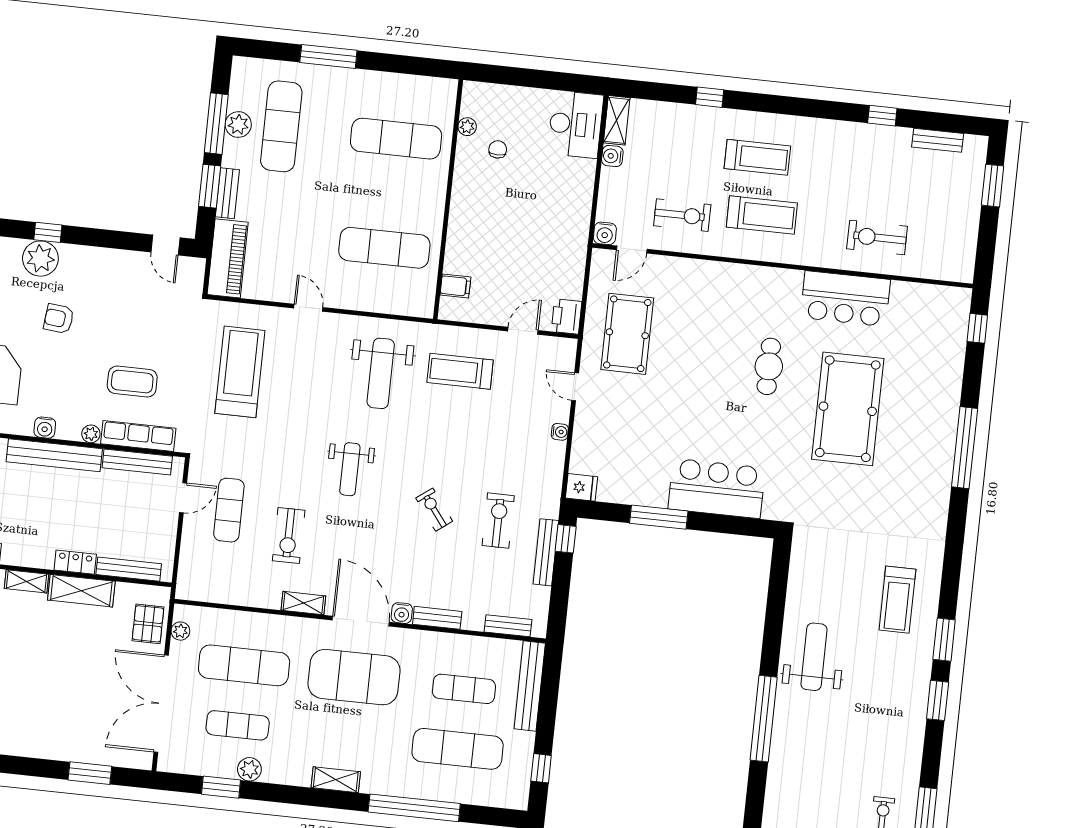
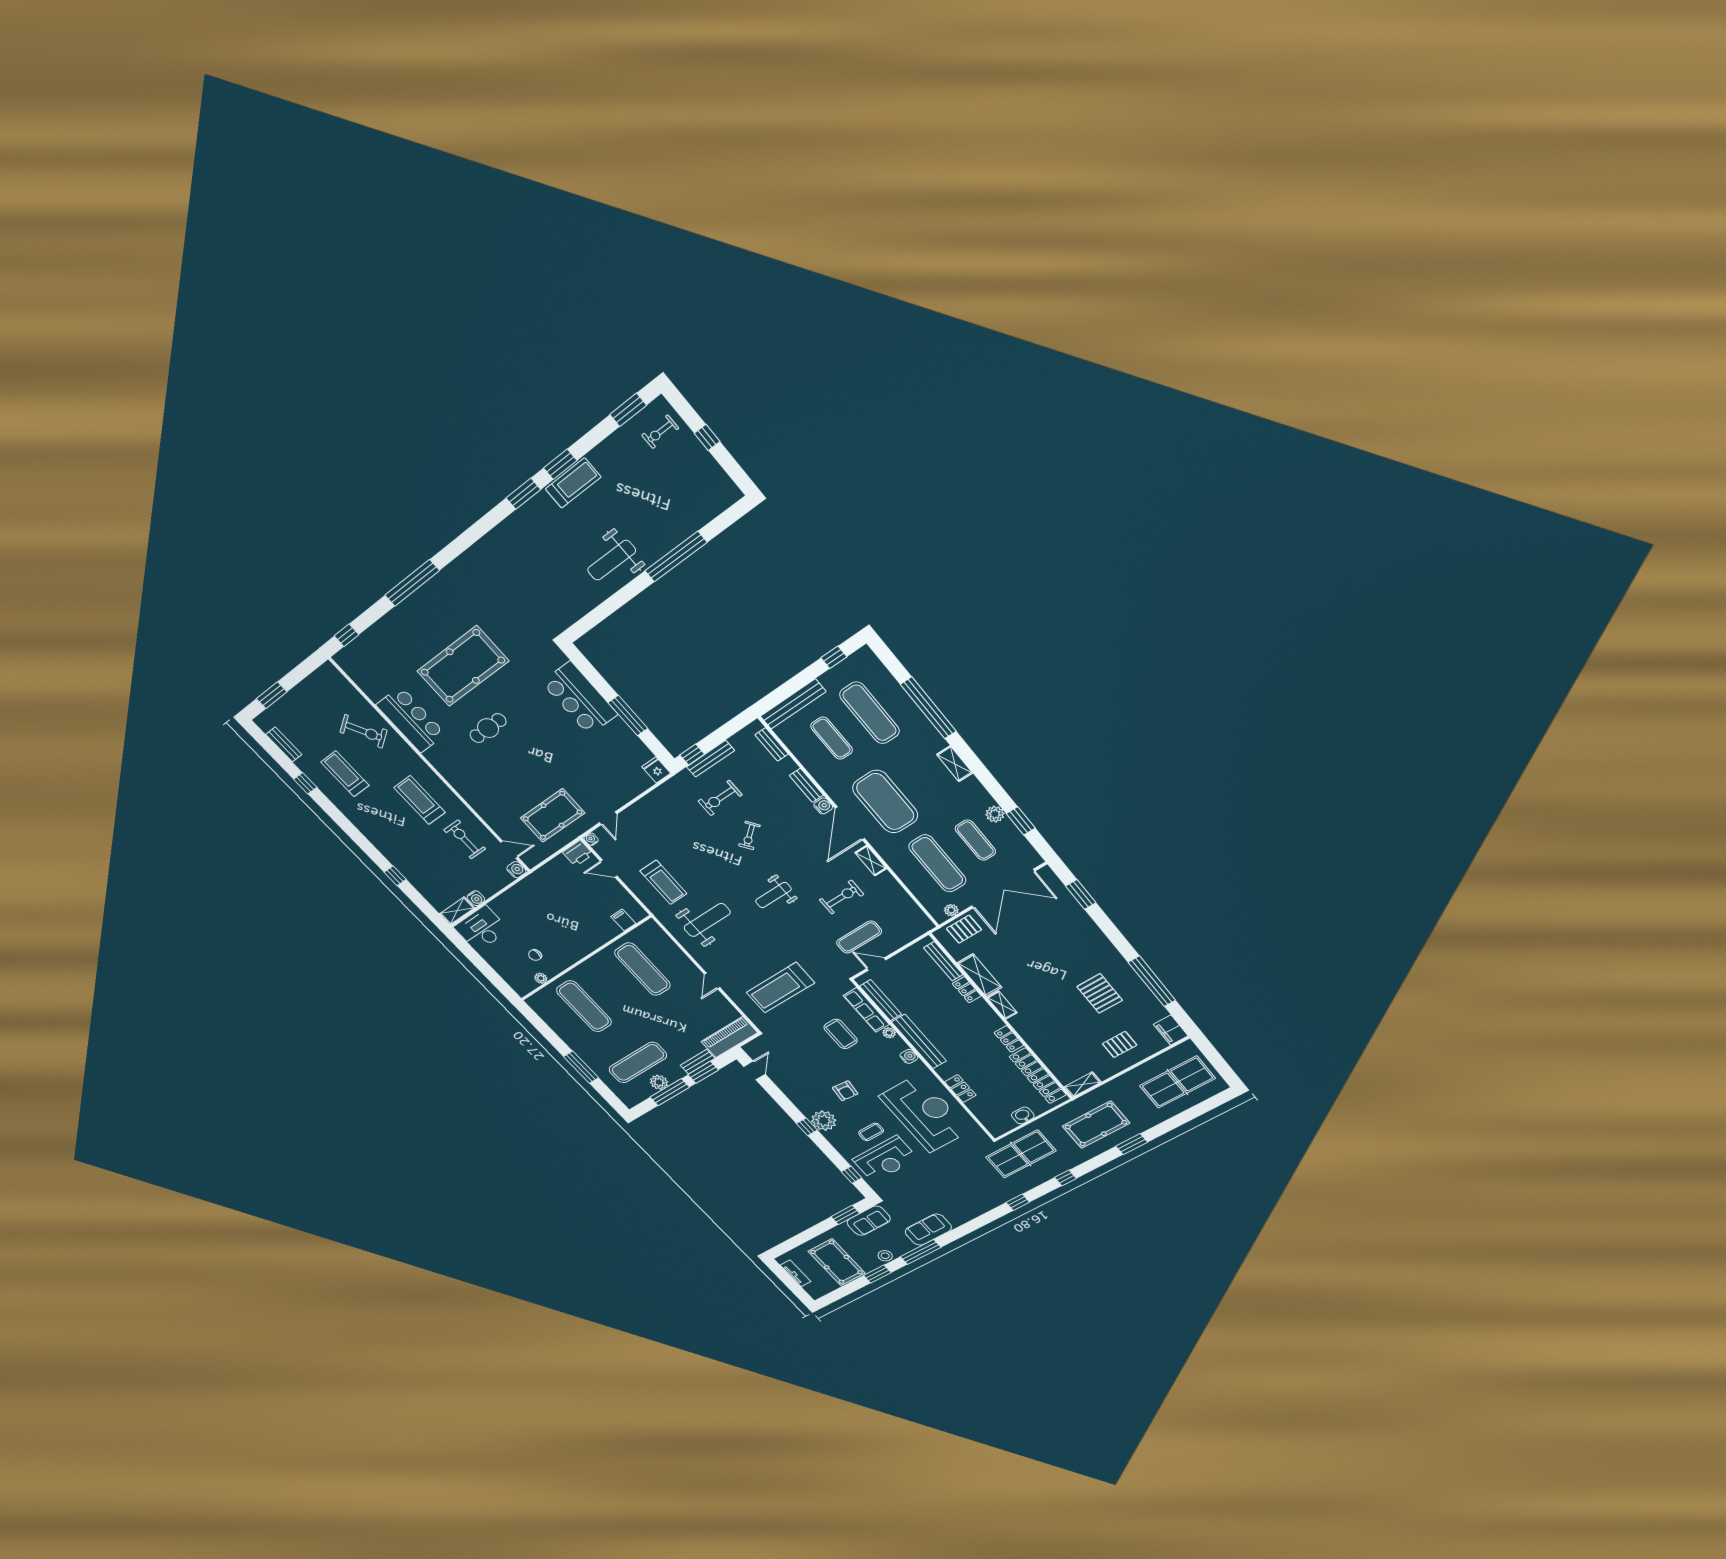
treadmill: (757, 157) -> (345, 774), moved
exercise bike: (877, 237) -> (364, 731), turned -31
water cooler: (560, 432) -> (591, 839), moved
weight bench: (350, 469) -> (773, 895), turned 180
treadmill: (897, 600) -> (573, 483), moved

